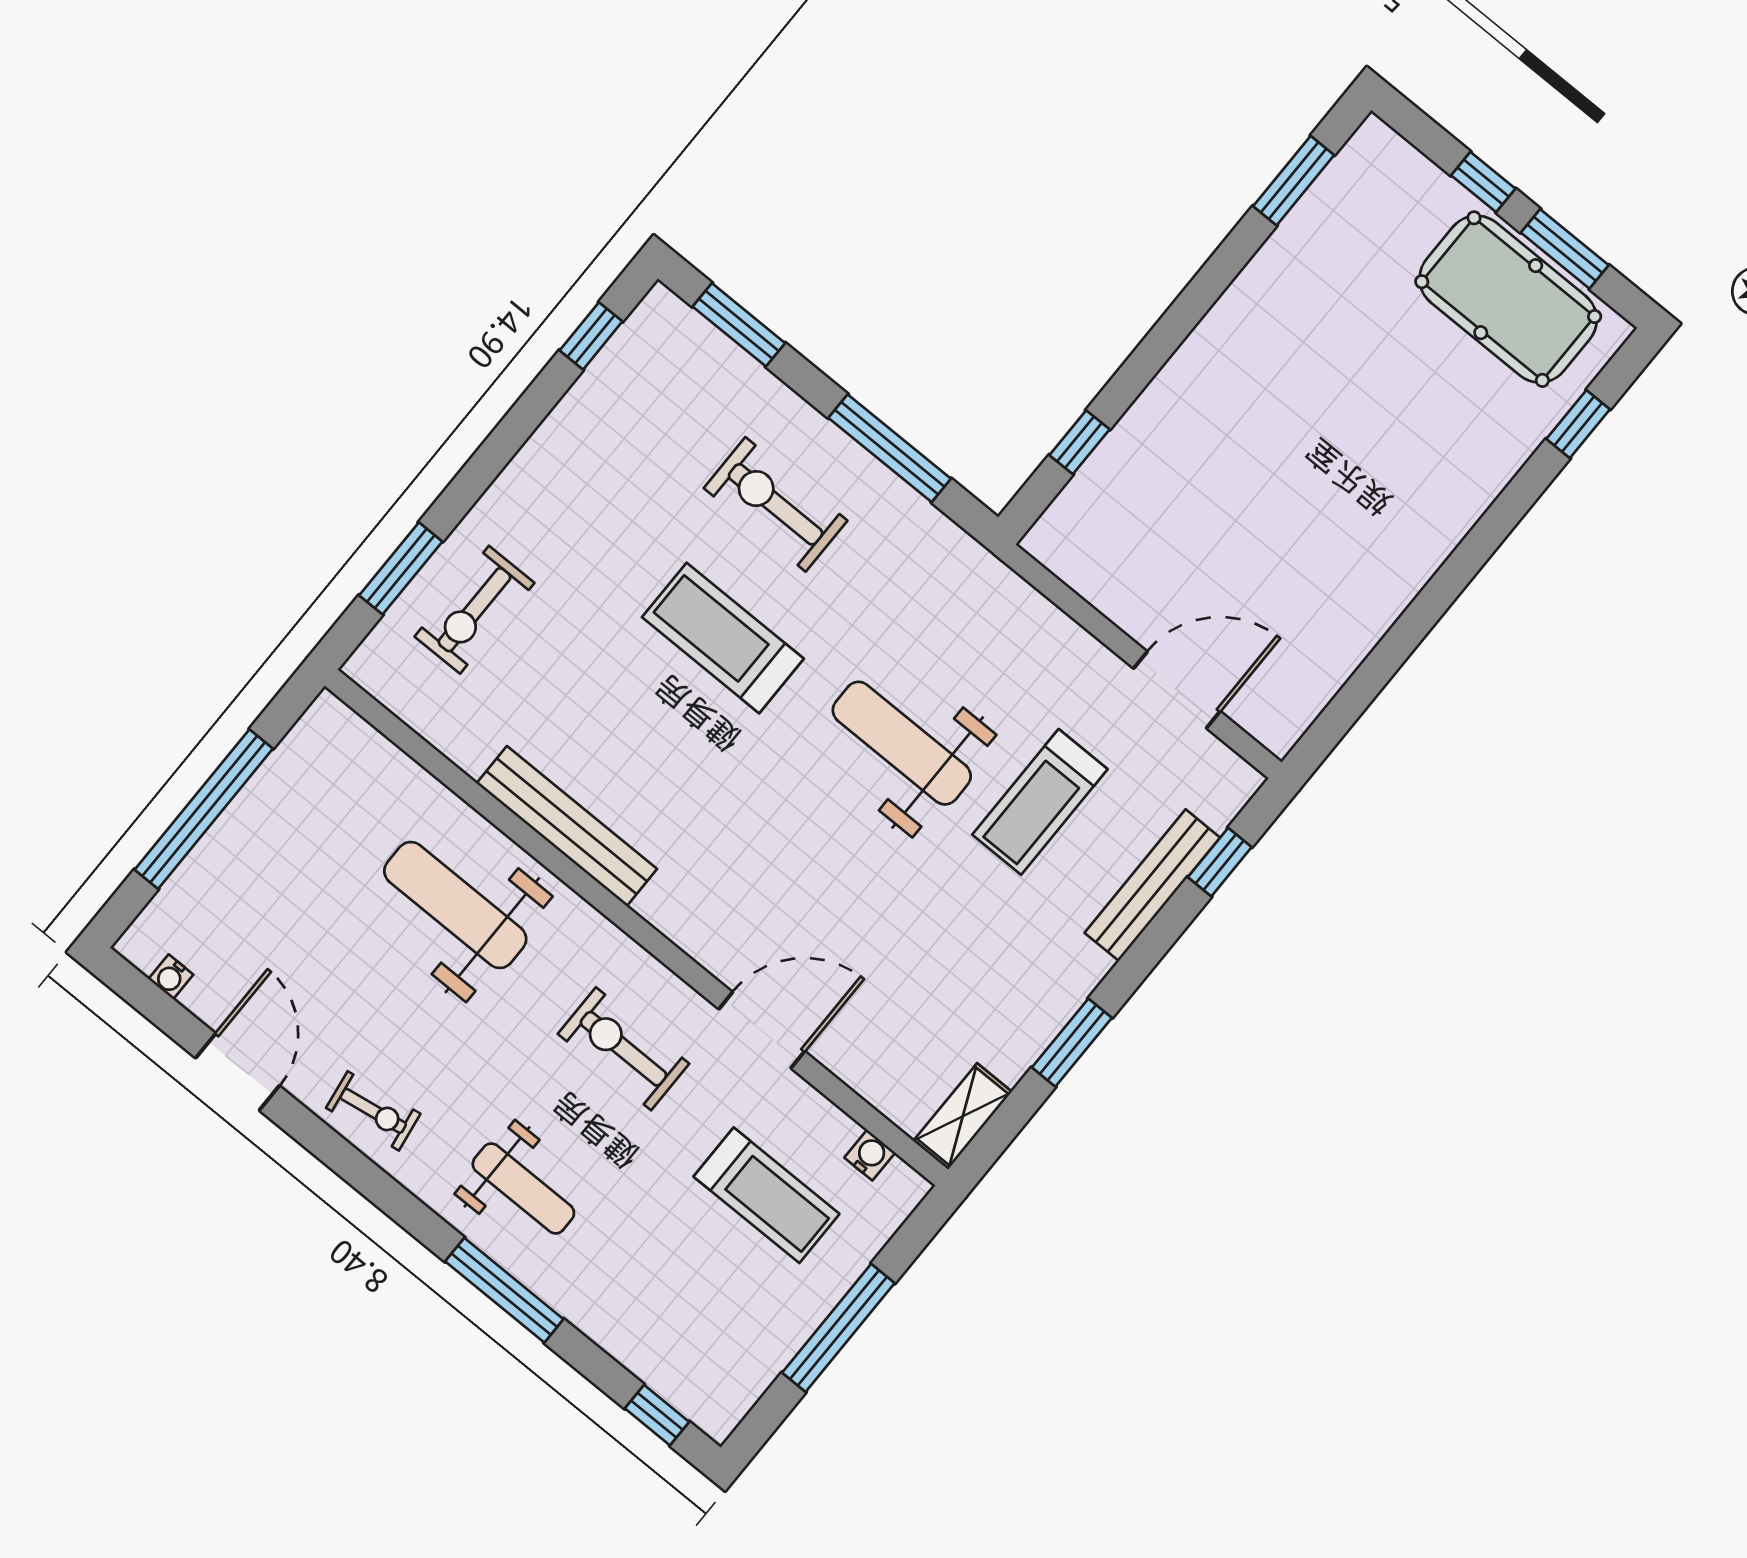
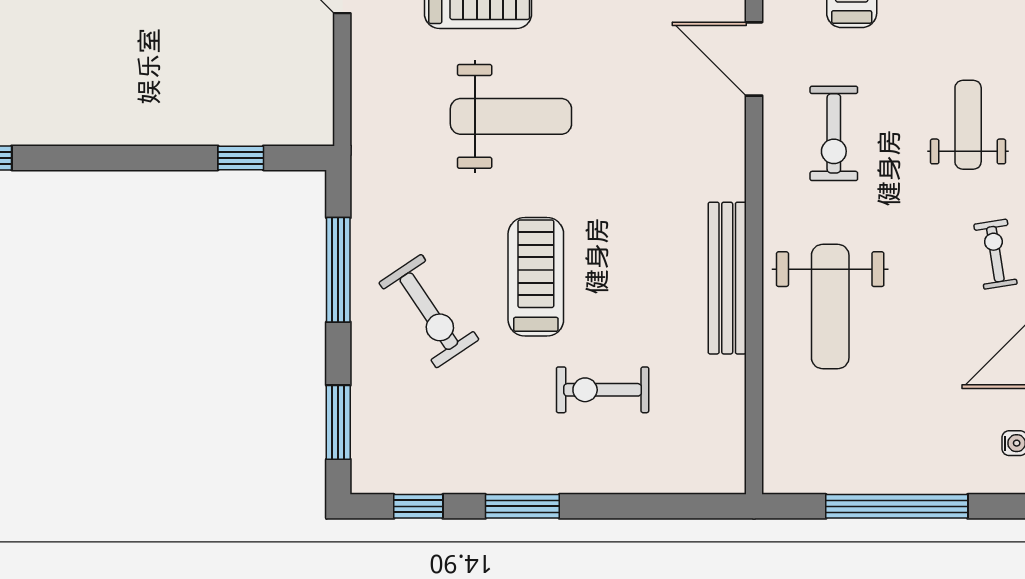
exercise bike: (776, 504) -> (429, 311), turned -34
window: (401, 568) -> (522, 506), moved
exercise bike: (475, 610) -> (603, 390), moved, turned 180
treadmill: (723, 638) -> (536, 277), turned 180
weight bench: (902, 743) -> (511, 116), turned -90

